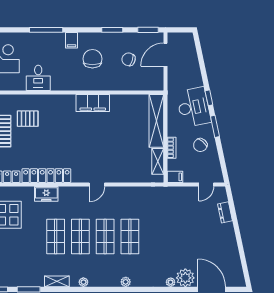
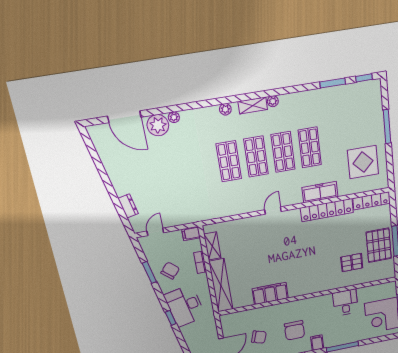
filing cabinet: (93, 103) -> (270, 293), moved
window: (215, 126) -> (149, 272), moved
freezer: (46, 194) -> (320, 192), width x1.40
shelving: (57, 281) -> (253, 105), moved

